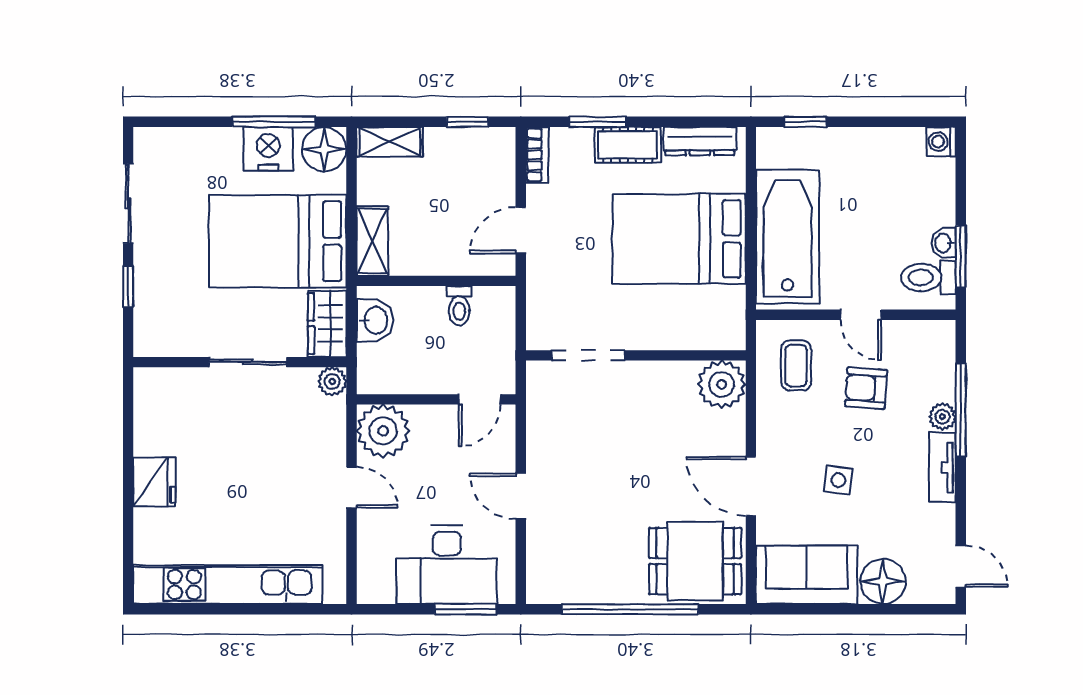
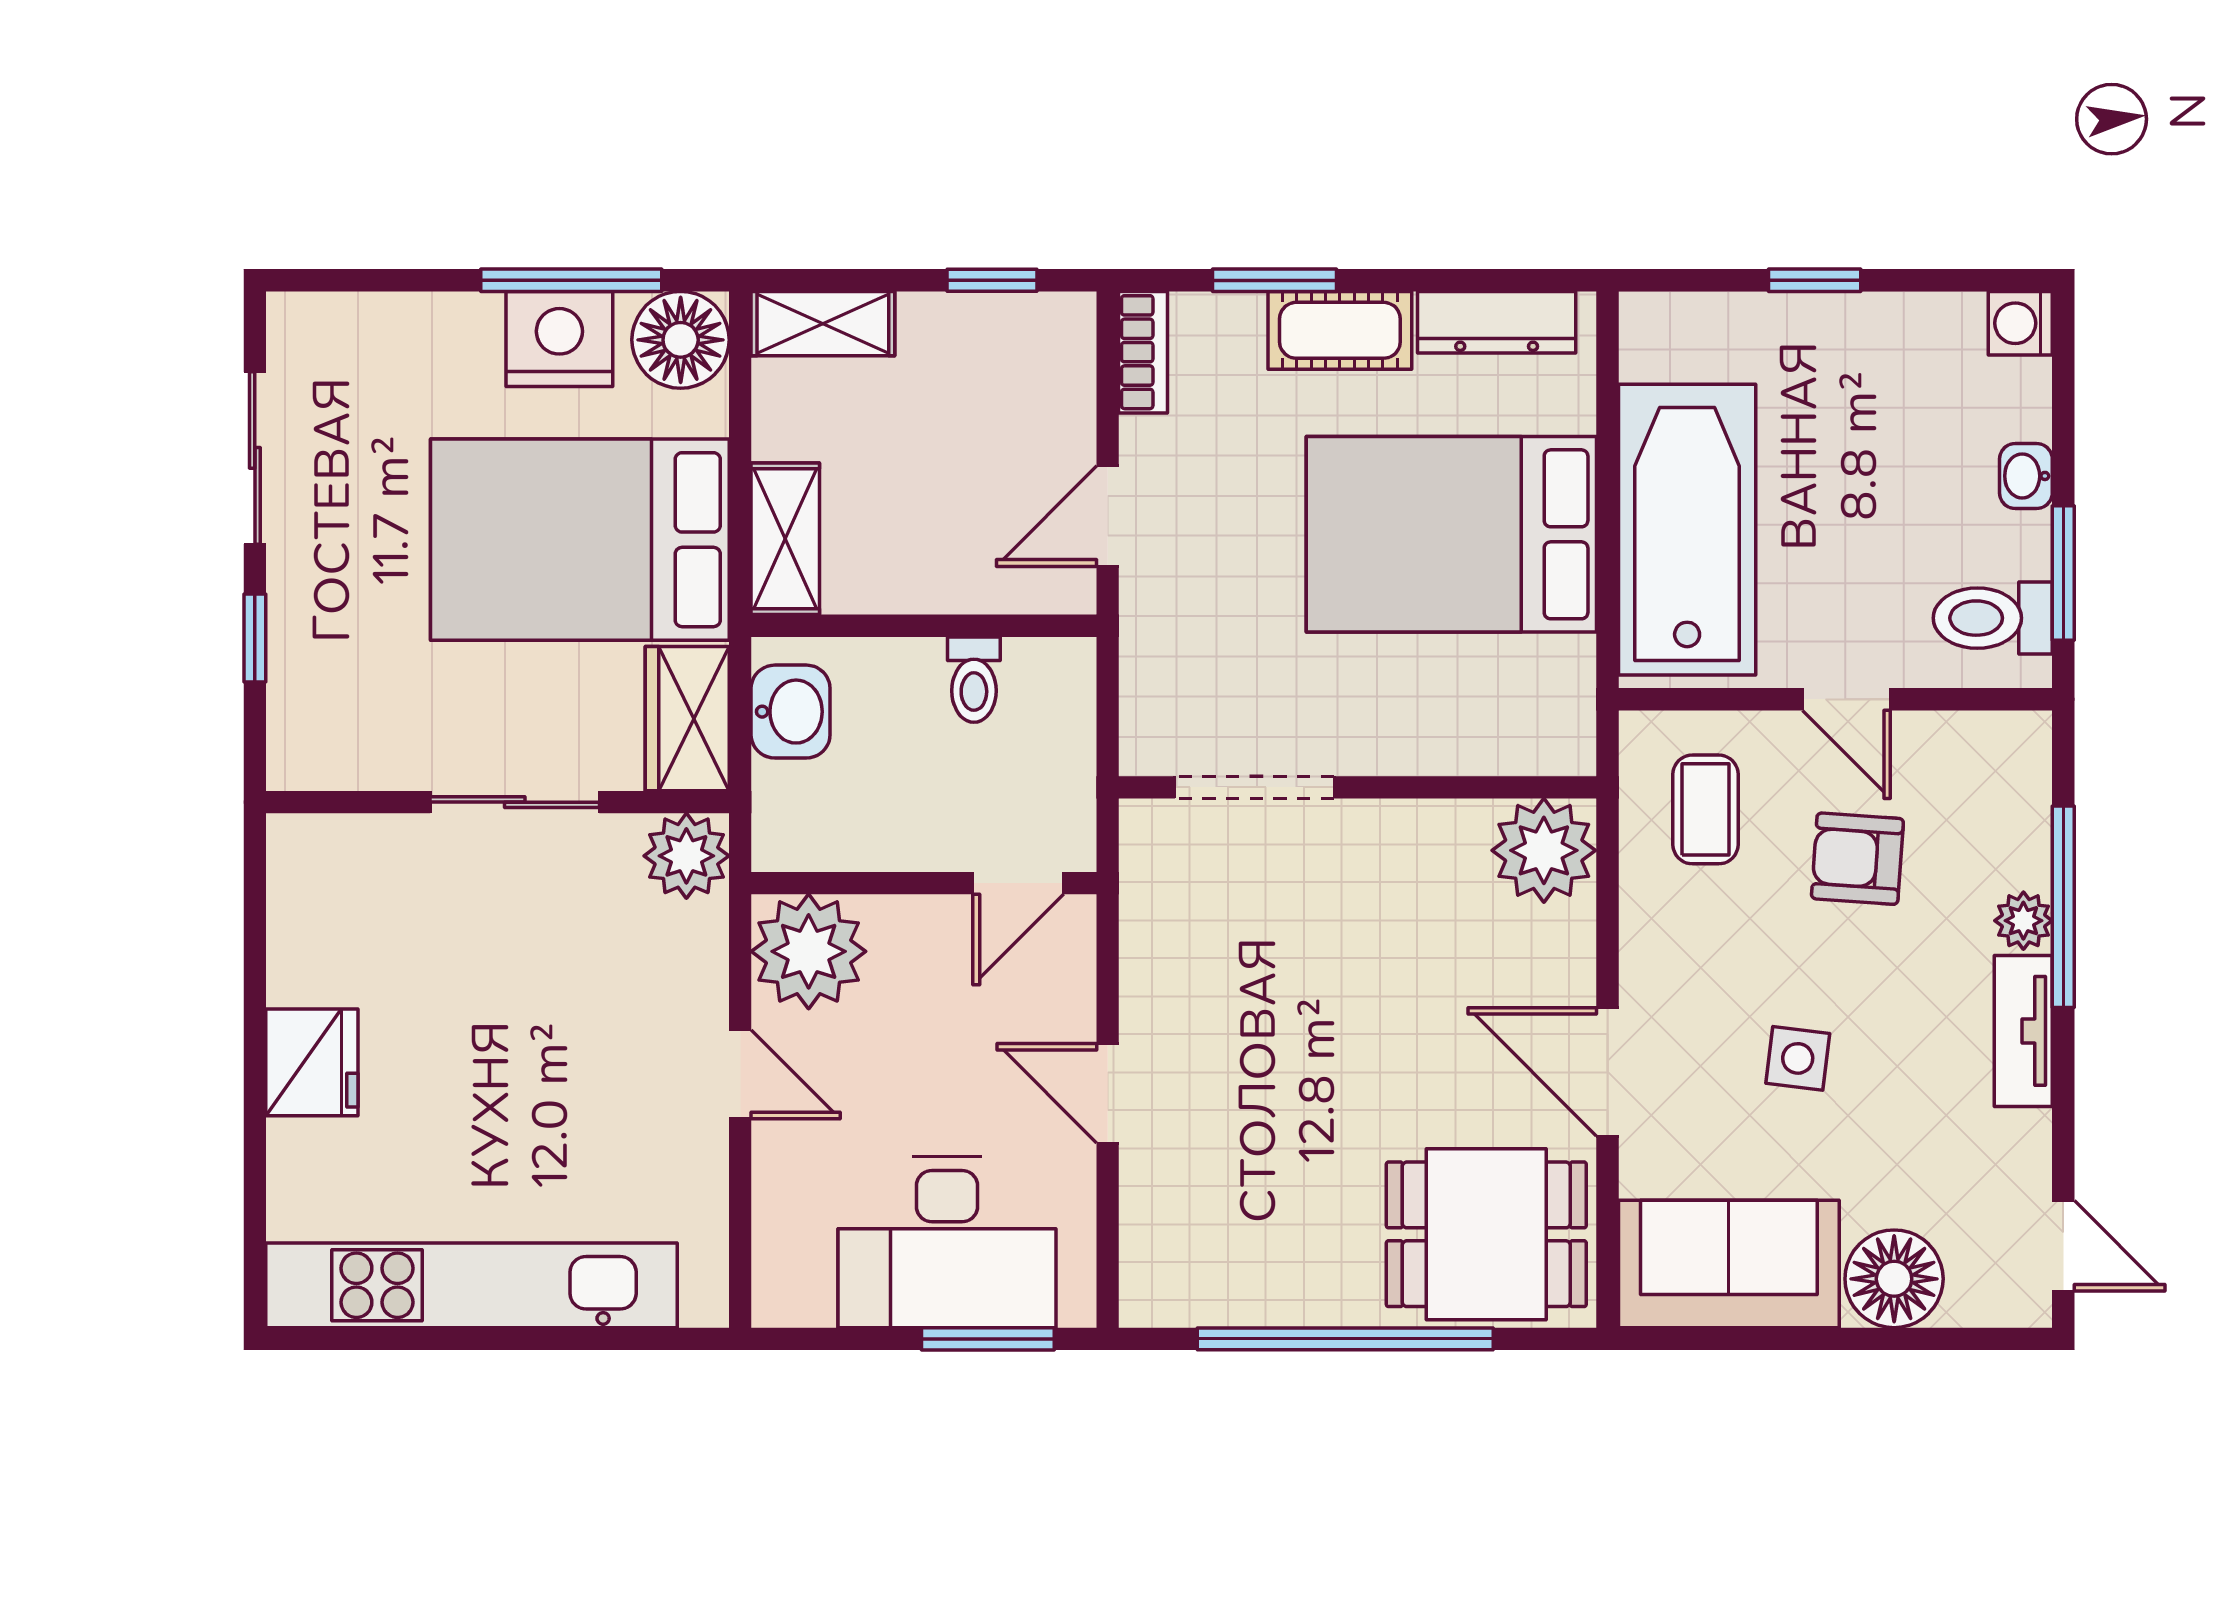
window: (806, 122) -> (1815, 280), moved
washbasin: (944, 243) -> (2026, 476), moved
plant: (332, 381) -> (686, 856), width x1.38, depth x1.38

